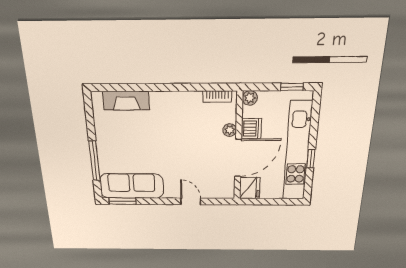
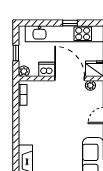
window: (292, 87) -> (16, 53), moved
plant: (230, 130) -> (90, 85), moved

